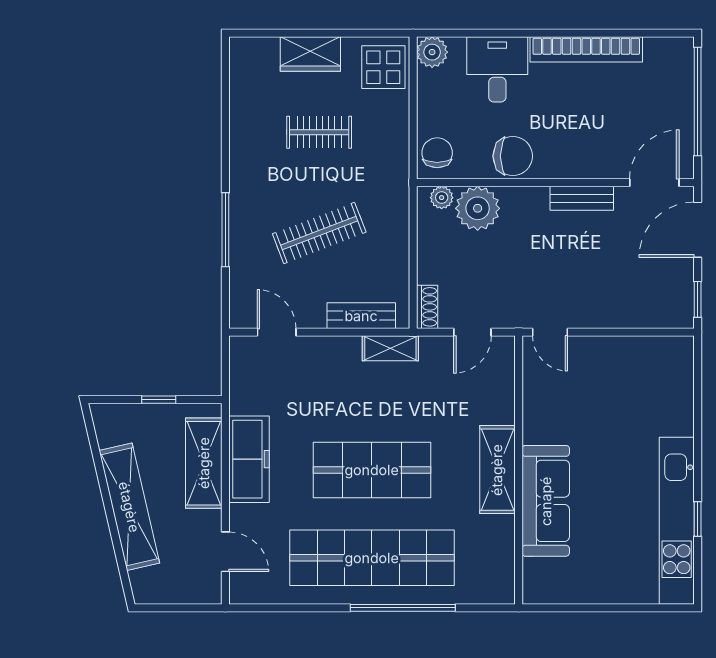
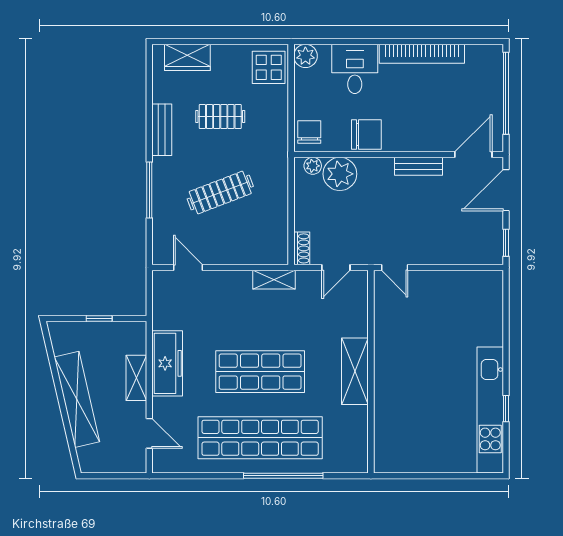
wardrobe: (310, 54) -> (187, 57), moved
bench: (361, 316) -> (162, 130), moved, turned 90
shelving: (204, 463) -> (136, 378), width x0.67, depth x0.75
sofa: (546, 501) -> (391, 395), removed

